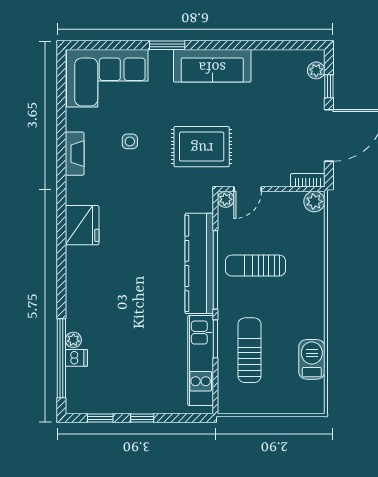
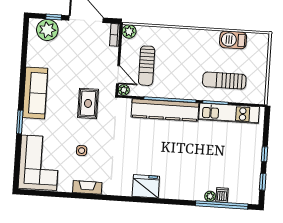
plant: (316, 70) -> (47, 30), width x1.88, depth x1.88
rug: (202, 147) -> (88, 103), width x0.73, depth x0.70
fridge: (82, 225) -> (146, 186), moved
sun lounger: (255, 266) -> (147, 66), moved

